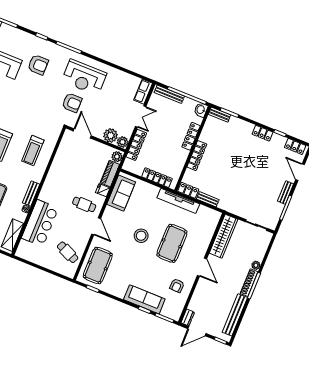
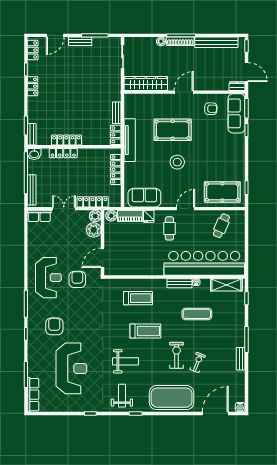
locker: (197, 156) -> (66, 140), moved
bar counter: (40, 223) -> (204, 263), width x1.86
sofa: (144, 299) -> (236, 113), moved

